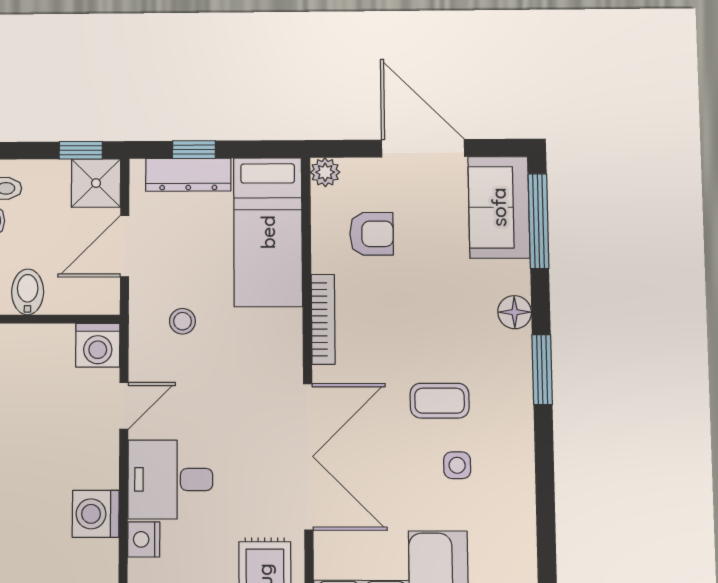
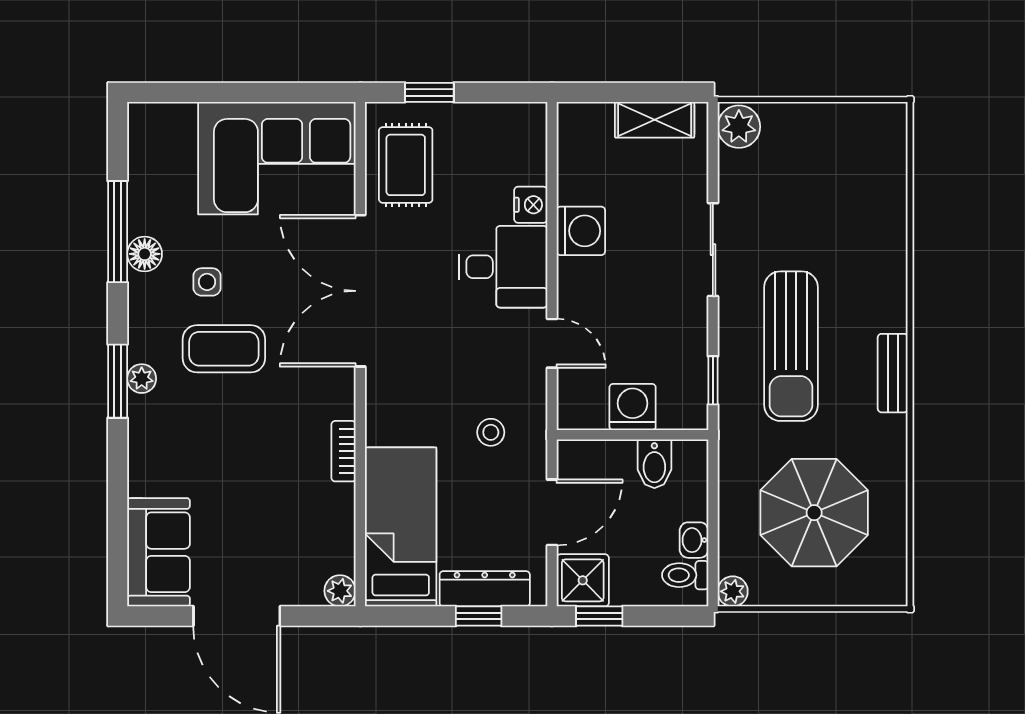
window: (538, 221) -> (118, 232), moved
armchair: (371, 234) -> (292, 525), removed
floor lamp: (515, 312) -> (145, 254), moved
bookcase: (323, 319) -> (344, 451), width x0.64
washing machine: (98, 345) -> (633, 407), moved
plant: (519, 372) -> (142, 379), added
coffee table: (440, 401) -> (224, 349), width x1.36, depth x1.30
door: (124, 406) -> (552, 343), swing flipped

